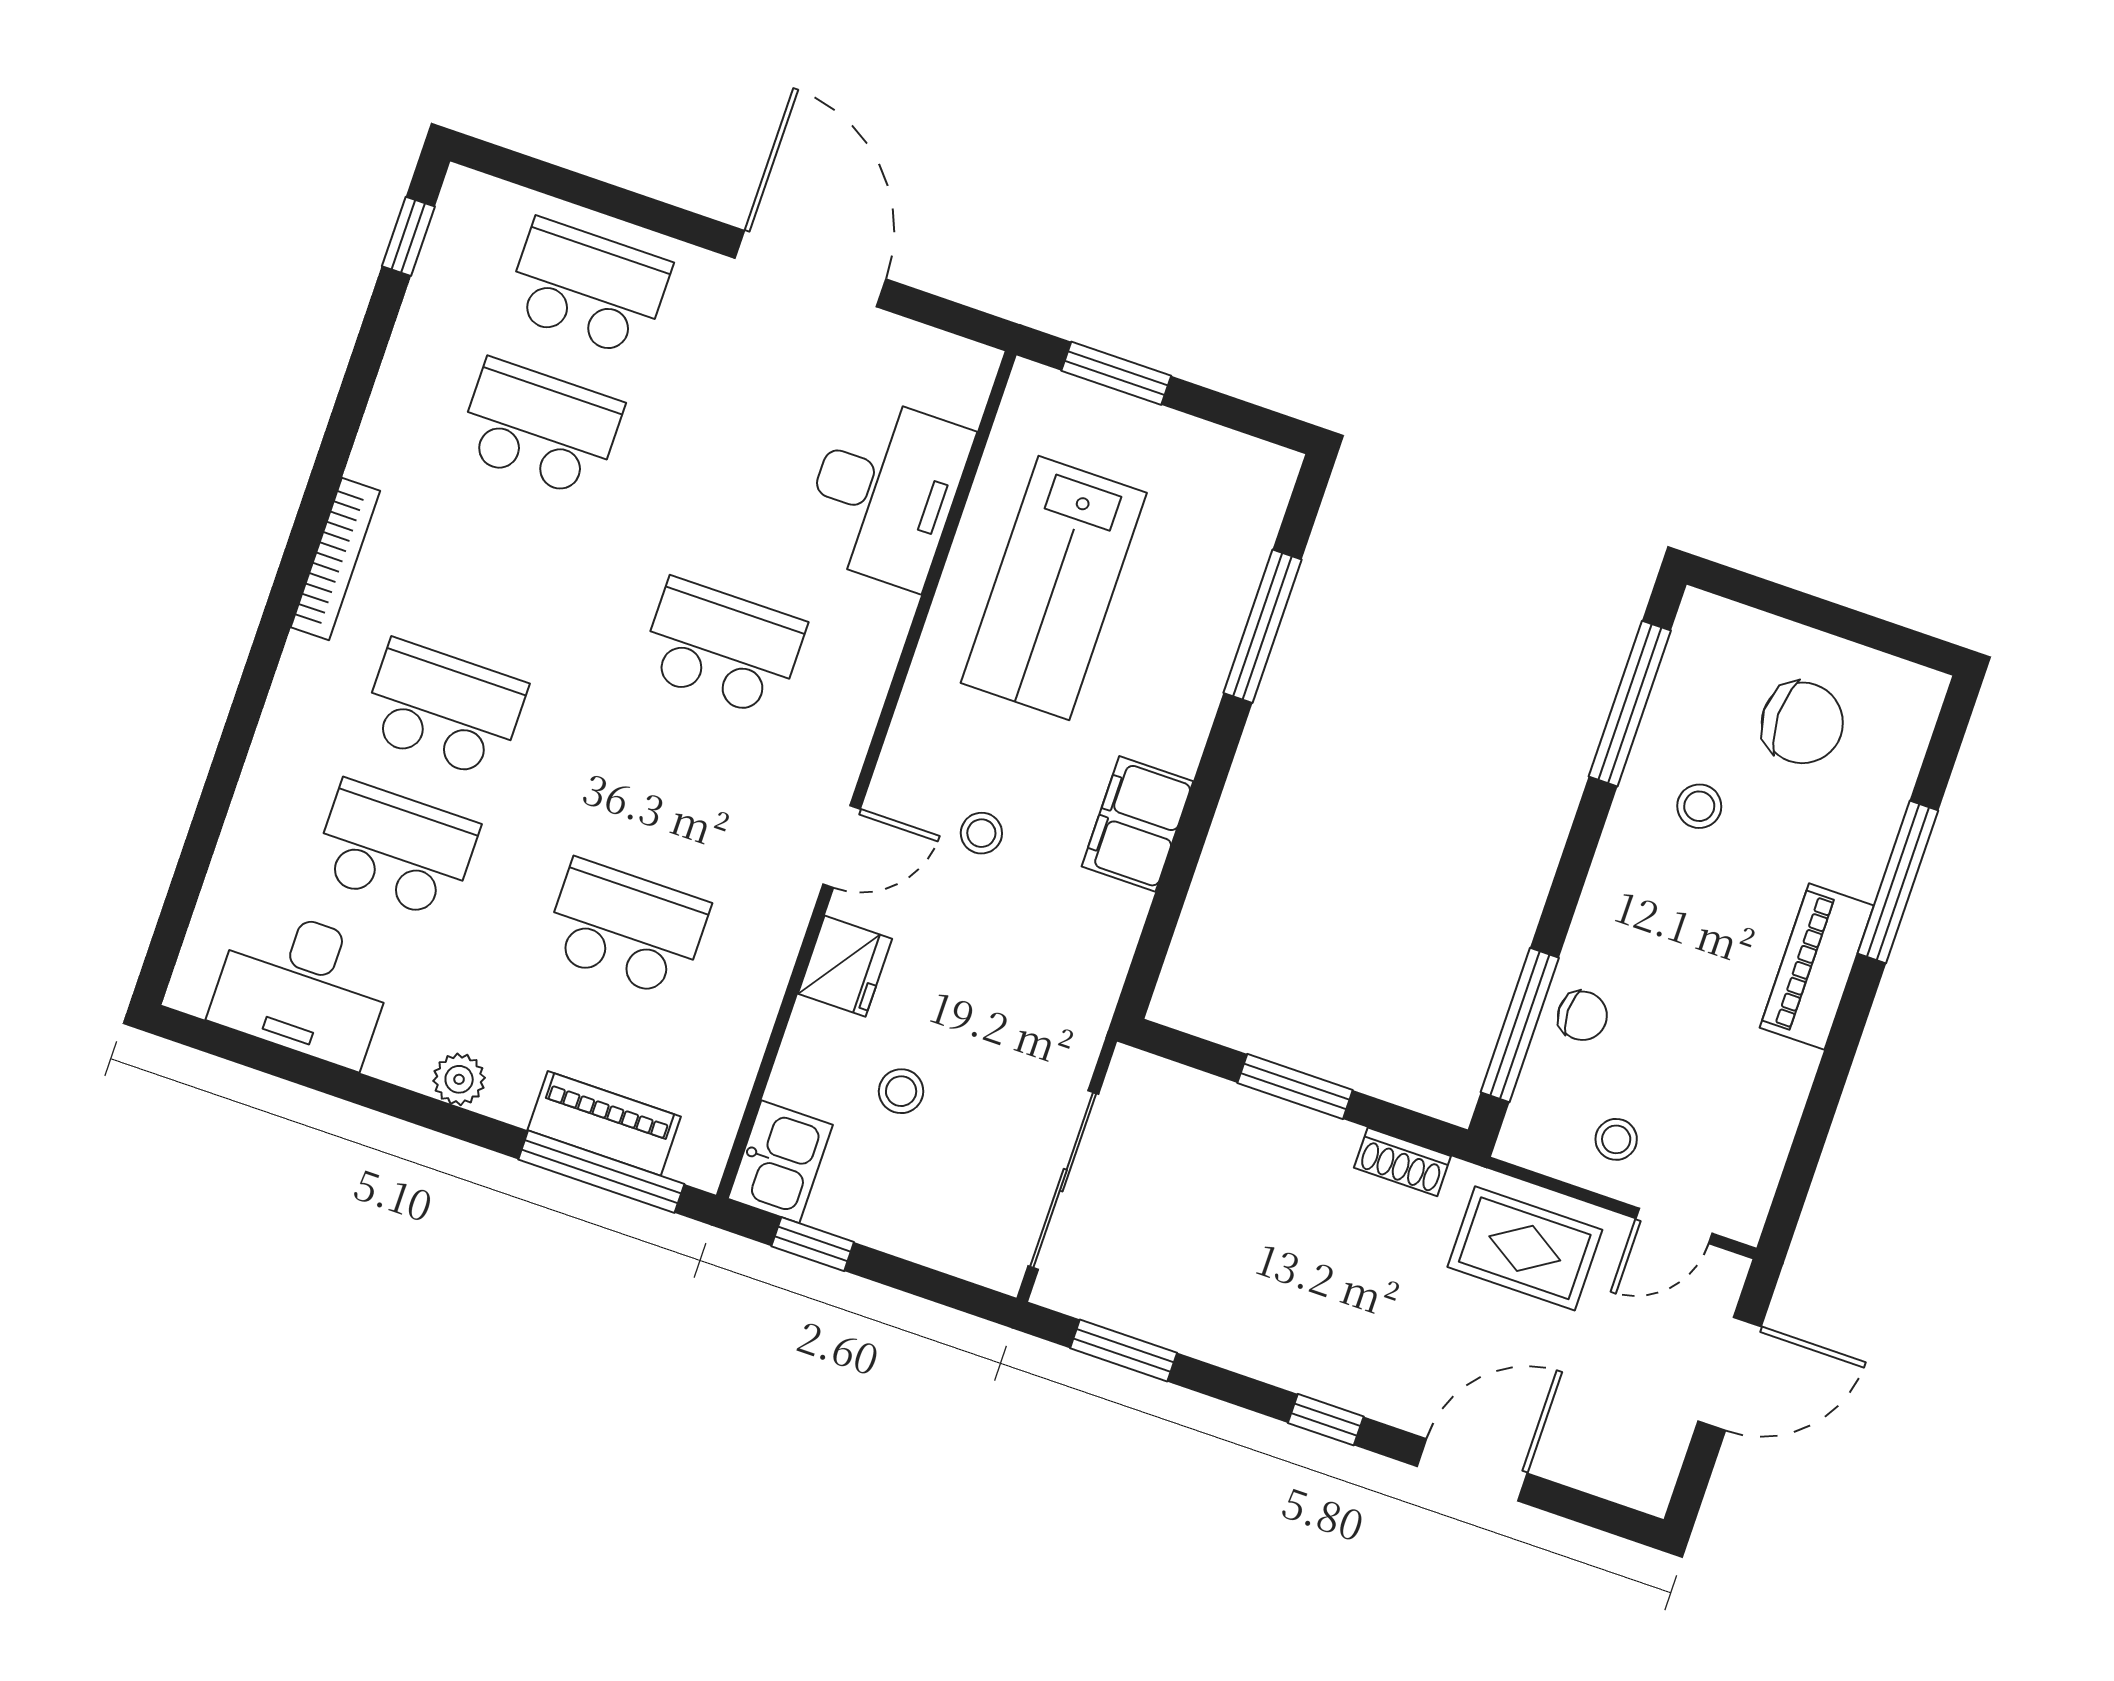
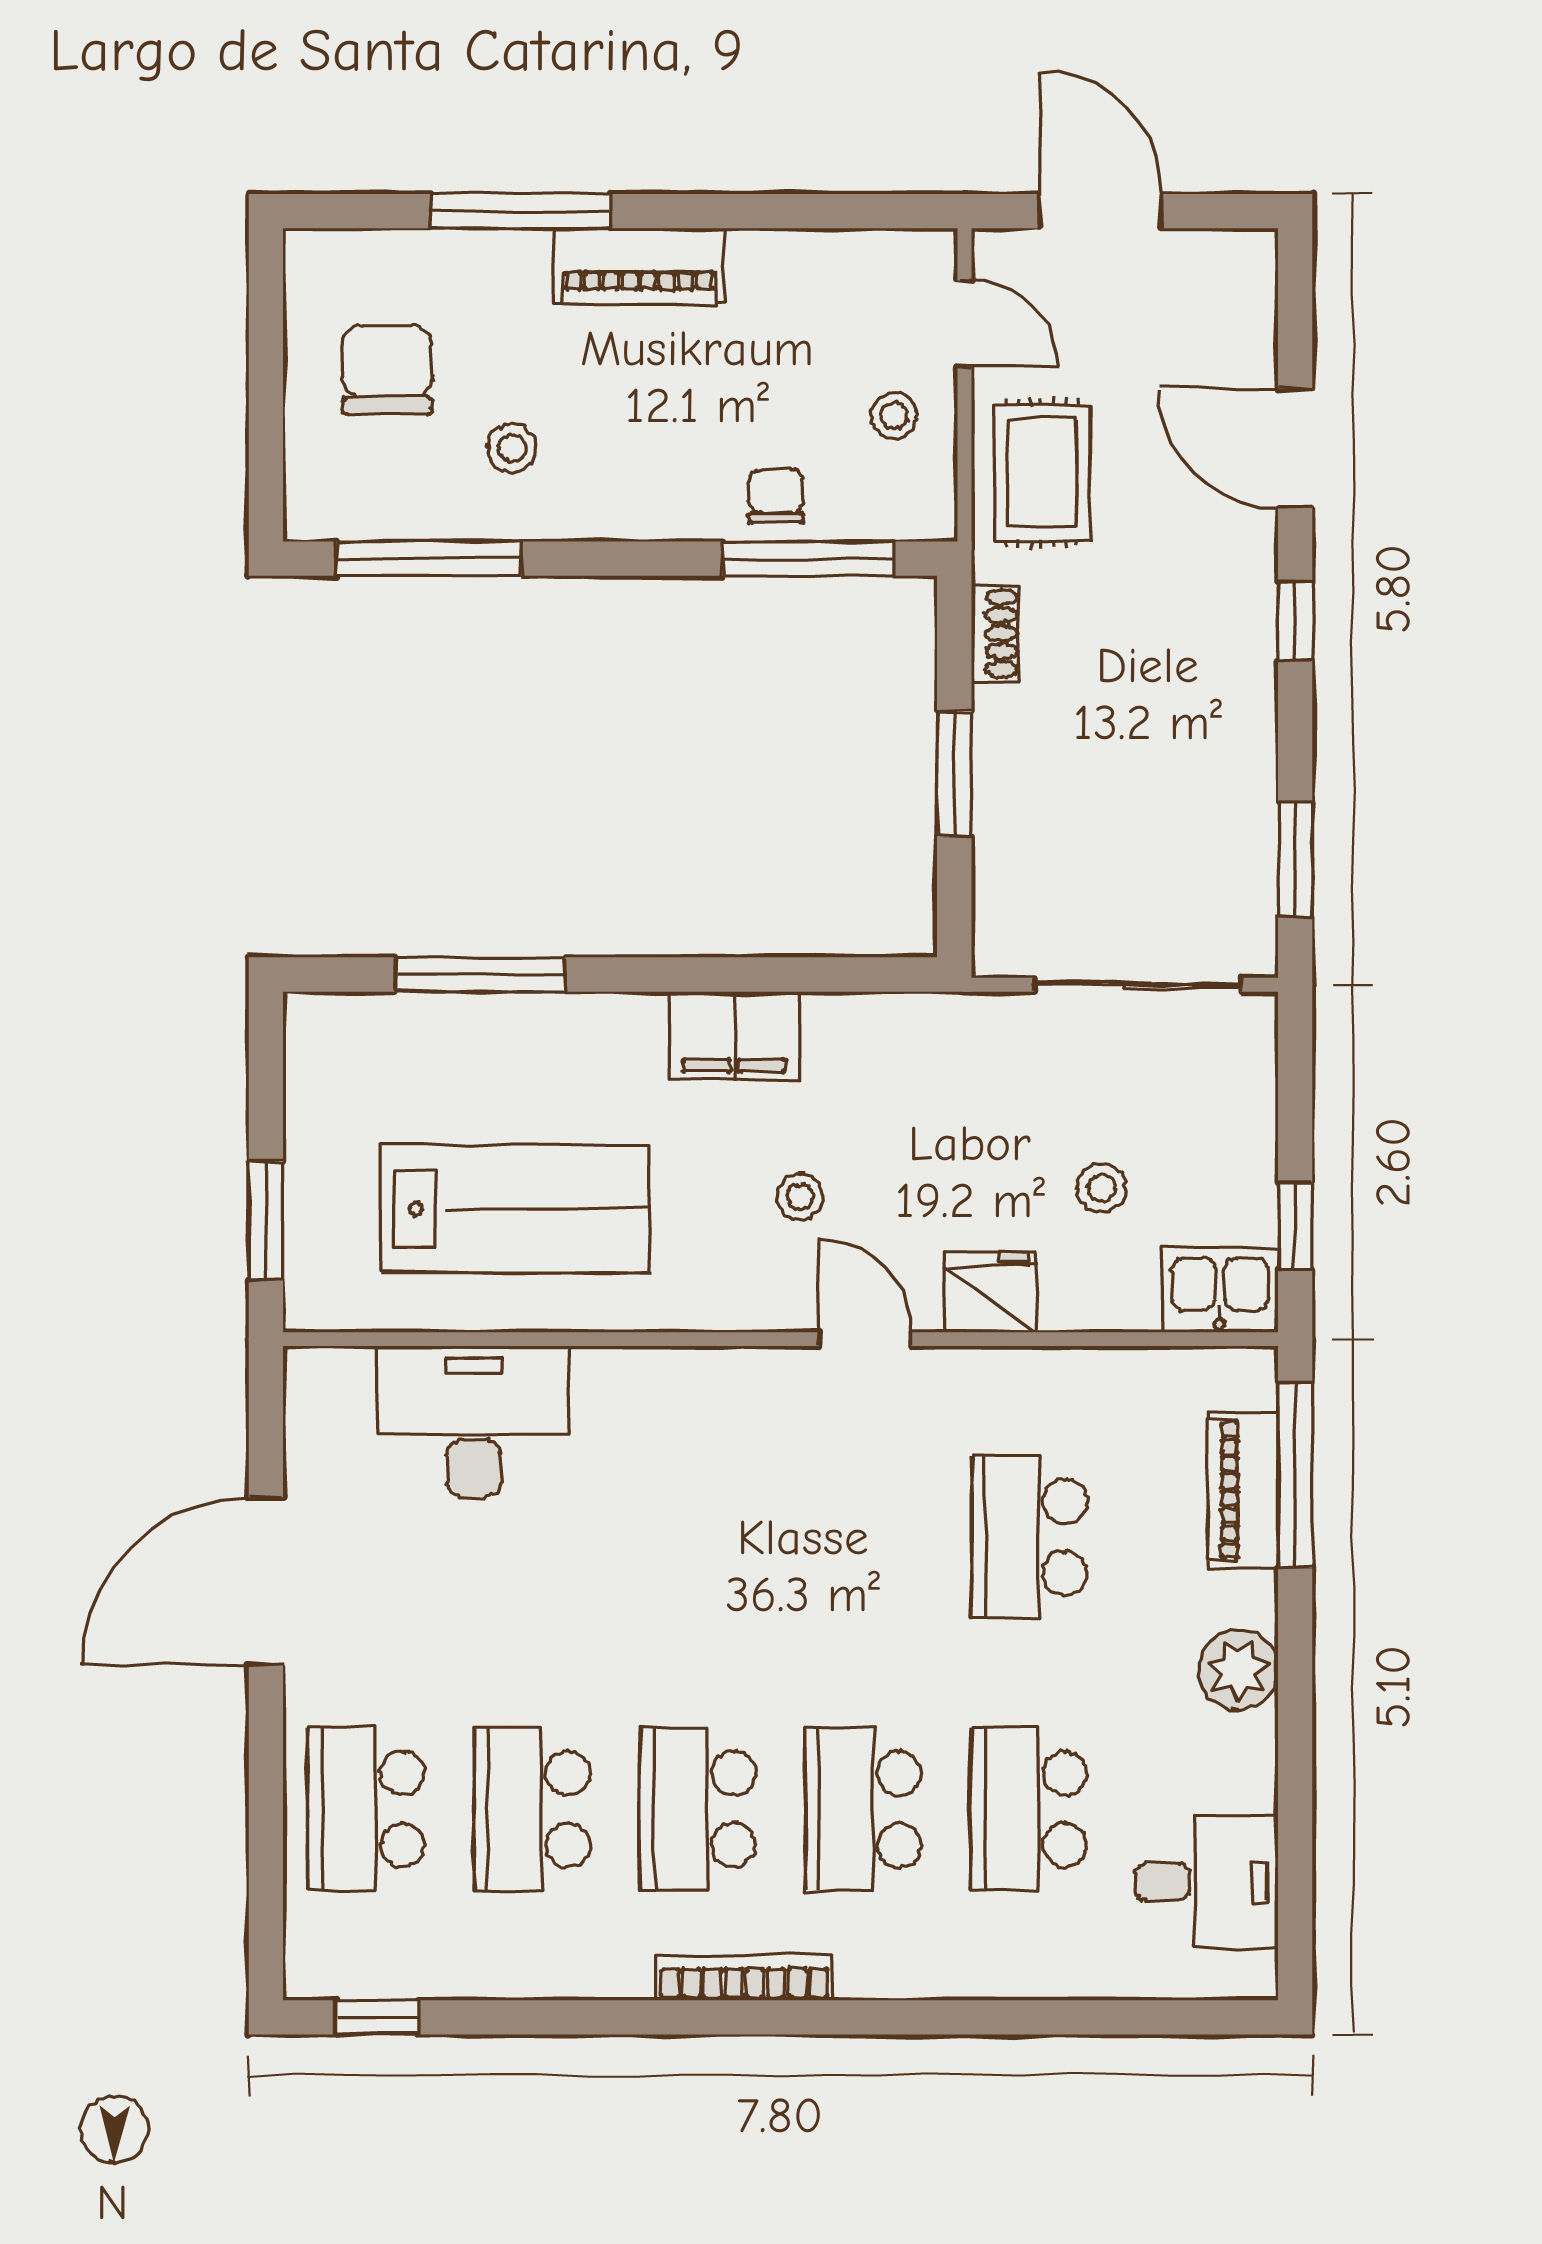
school desk: (722, 647) -> (698, 1809), moved
desk: (303, 986) -> (1207, 1882), width x0.73
plant: (459, 1079) -> (1238, 1670), width x1.38, depth x1.38

